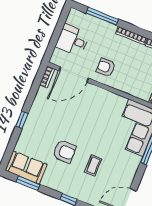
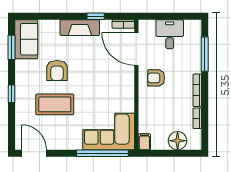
armchair: (106, 67) -> (156, 78), turned -90
fireplace: (35, 116) -> (80, 28), added
window: (22, 120) -> (96, 16), moved
coffee table: (93, 165) -> (55, 104), width x1.86, depth x1.72

